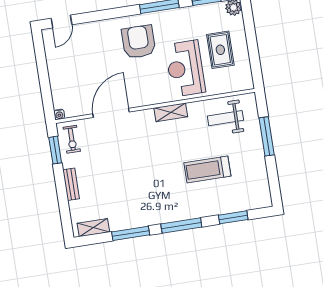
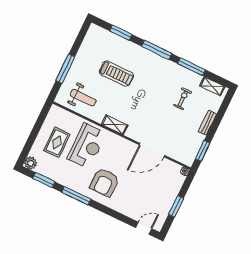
window: (43, 70) -> (176, 206), added
exercise bike: (72, 139) -> (183, 99), moved

